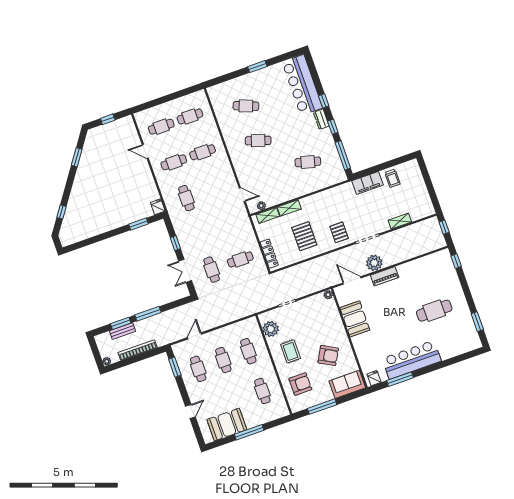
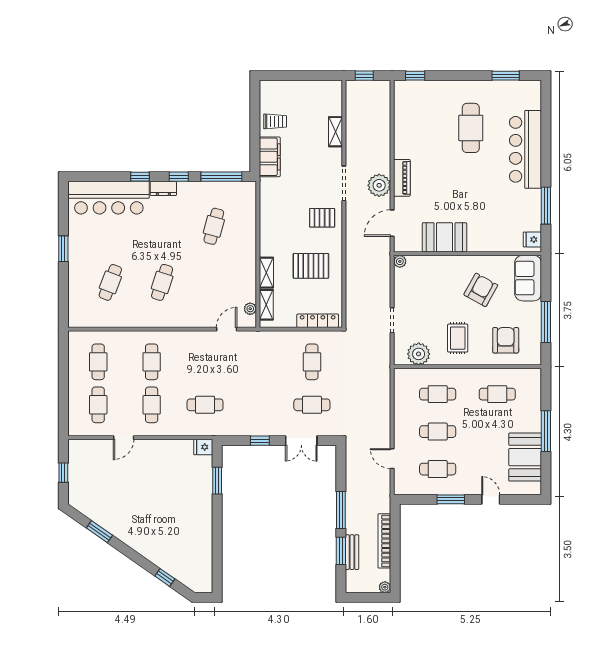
rug: (291, 351) -> (458, 338), turned 90
bar counter: (412, 360) -> (525, 149), moved
window: (175, 367) -> (451, 499), moved

